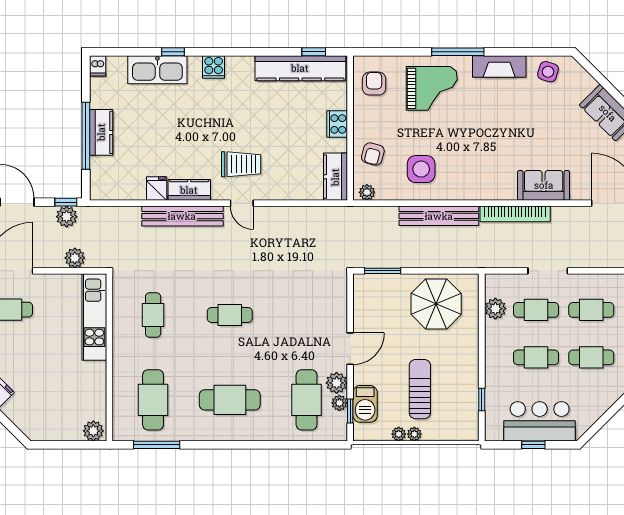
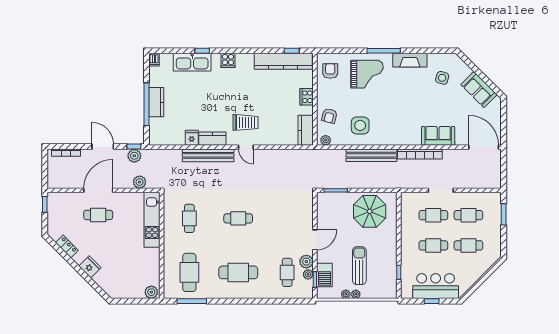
side table: (548, 72) -> (442, 78), moved
plant: (495, 309) -> (407, 214), removed
cafe table: (307, 400) -> (287, 272), width x0.73, depth x0.74

